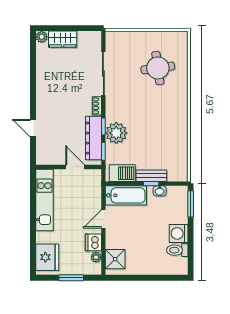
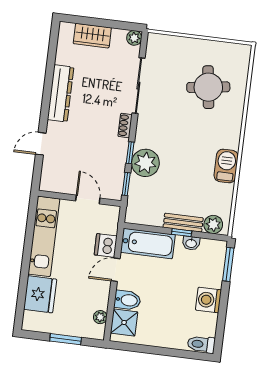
plant: (42, 37) -> (134, 38), moved
door: (33, 128) -> (41, 144), hinge flipped
dresser: (94, 138) -> (61, 93), moved, turned 180
barbecue: (122, 173) -> (226, 166), moved, turned -90
plant: (175, 174) -> (213, 224), added
bidet: (116, 241) -> (127, 300), added
dishwasher: (93, 242) -> (106, 245), moved
toilet: (177, 250) -> (201, 344), moved
fridge: (47, 257) -> (40, 294), moved

